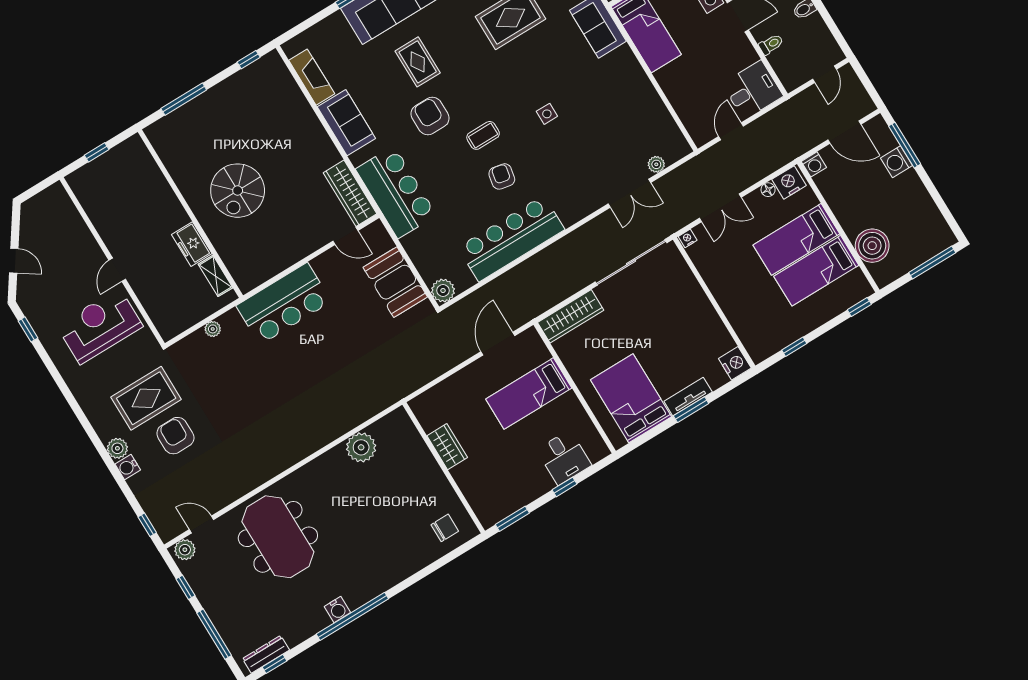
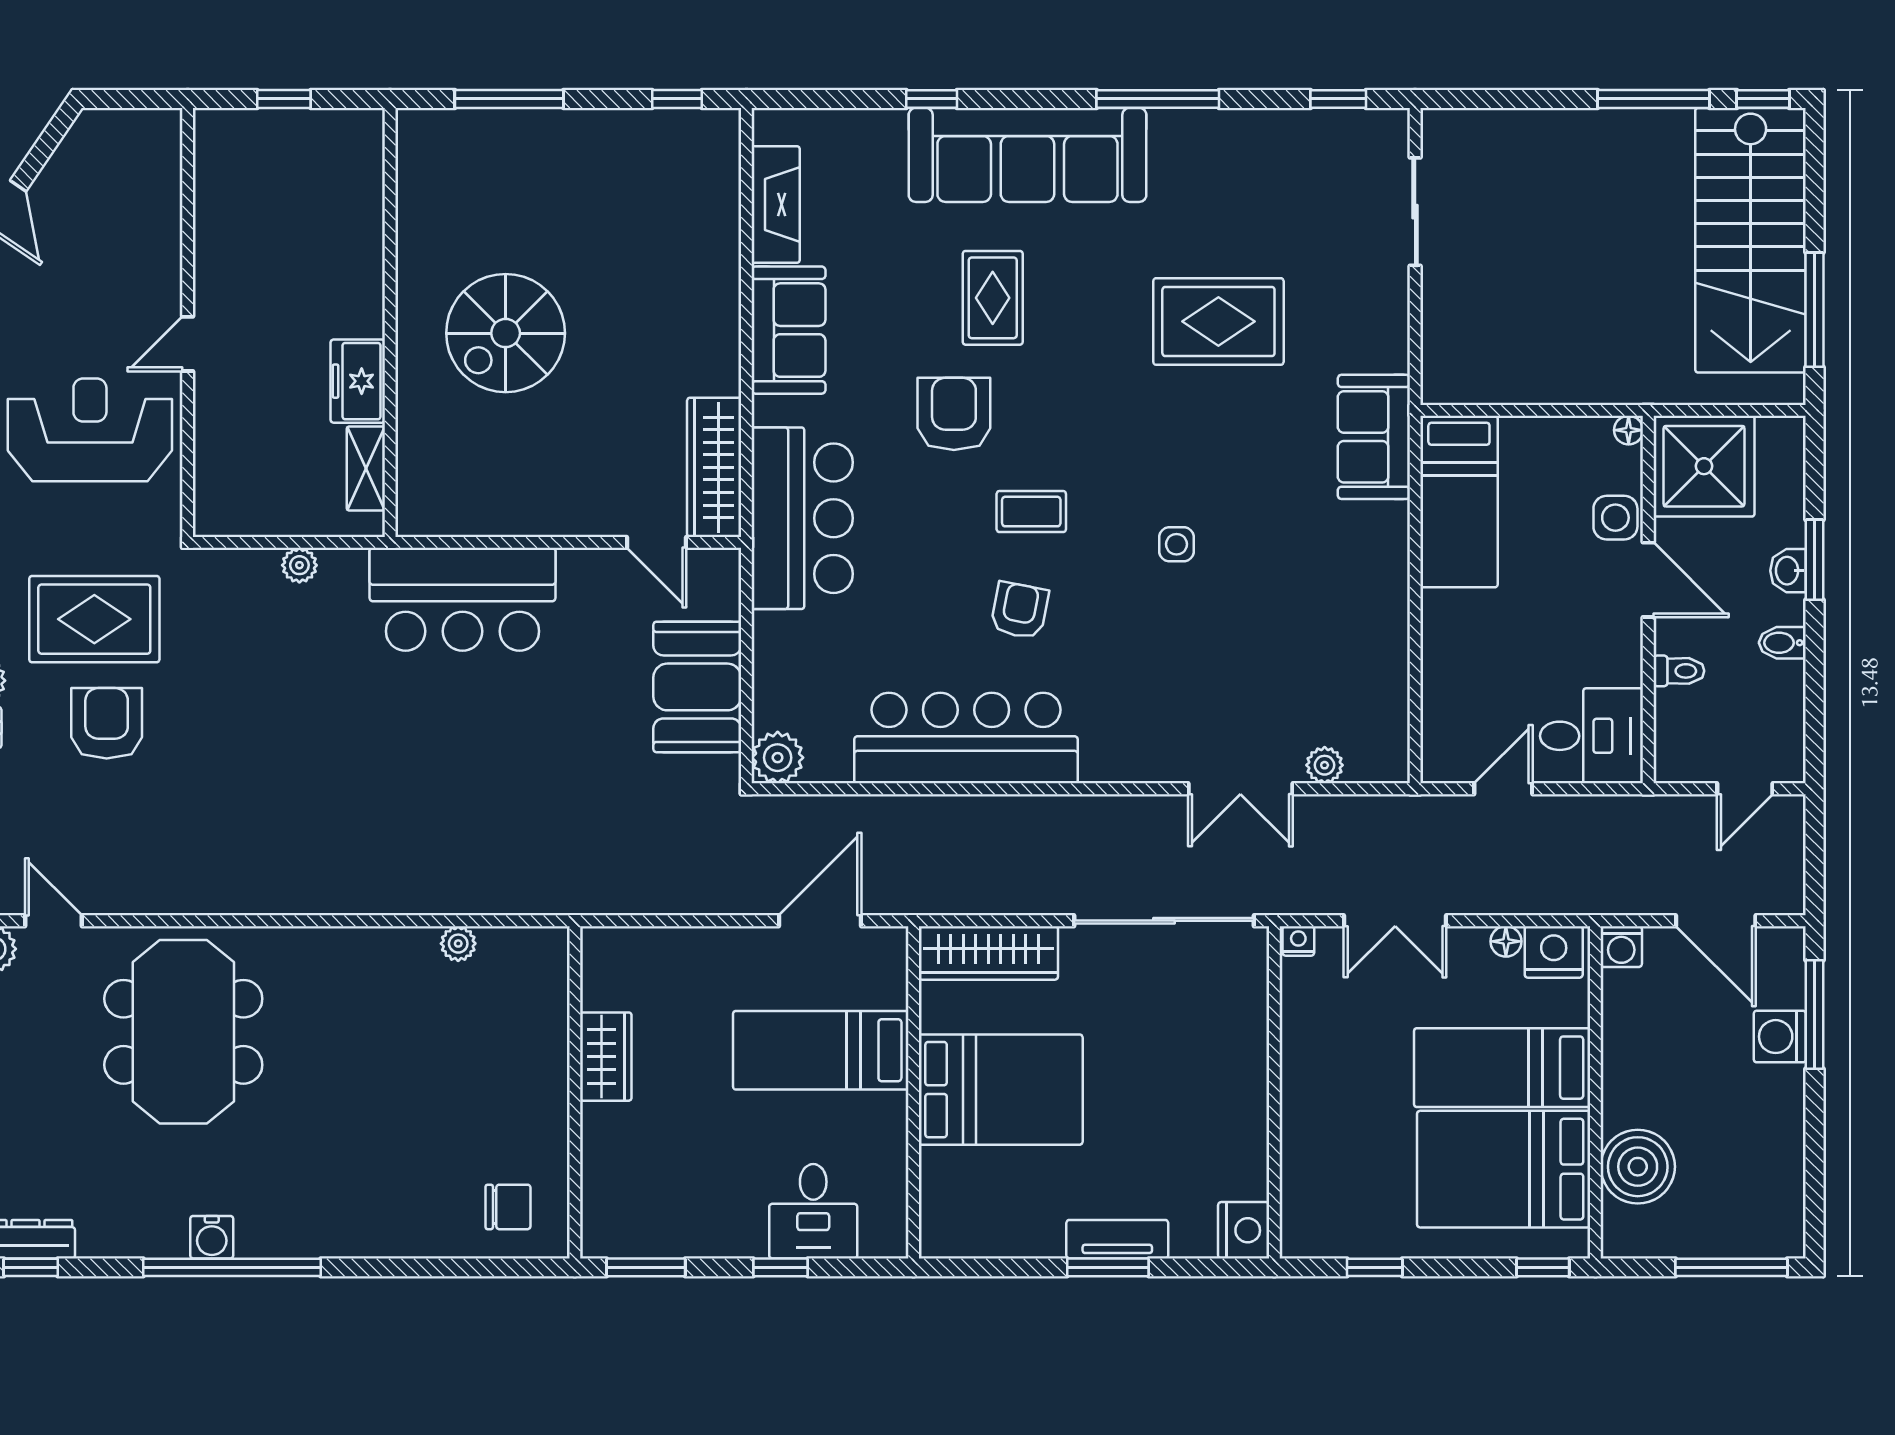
bed: (816, 271) -> (1504, 1169), width x1.50
bed: (631, 398) -> (1001, 1090), moved, turned 90
plant: (361, 447) -> (458, 944), width x0.53, depth x0.53

